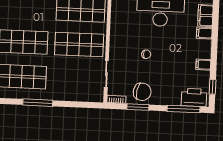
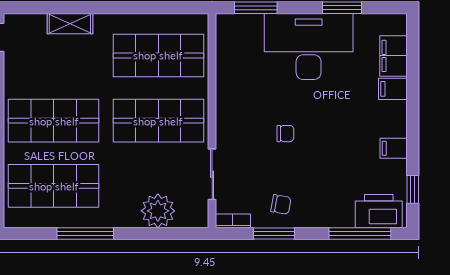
plant: (77, 92) -> (158, 211), added
chair: (142, 92) -> (281, 204), width x0.54, depth x0.54

